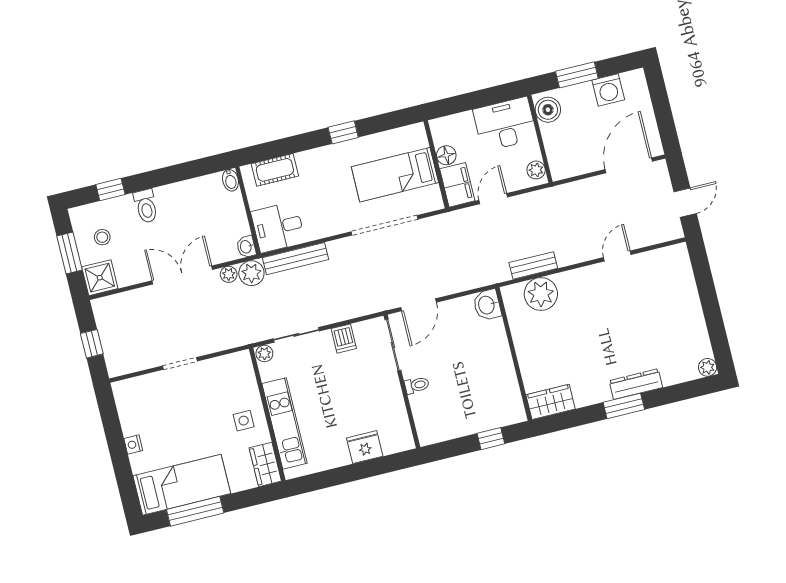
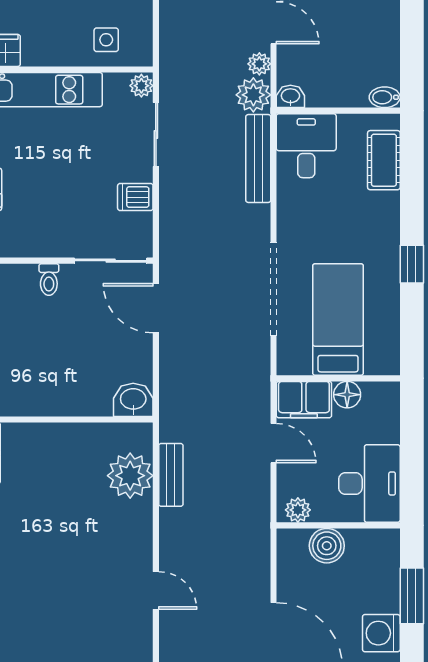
boiler: (548, 110) -> (327, 546), moved
side table: (244, 421) -> (106, 40), moved

